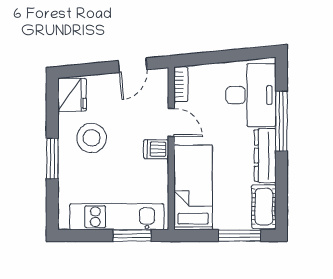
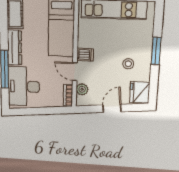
door: (133, 65) -> (112, 108), moved
plant: (159, 95) -> (82, 89), added
stool: (92, 138) -> (128, 64), width x0.53, depth x0.53

